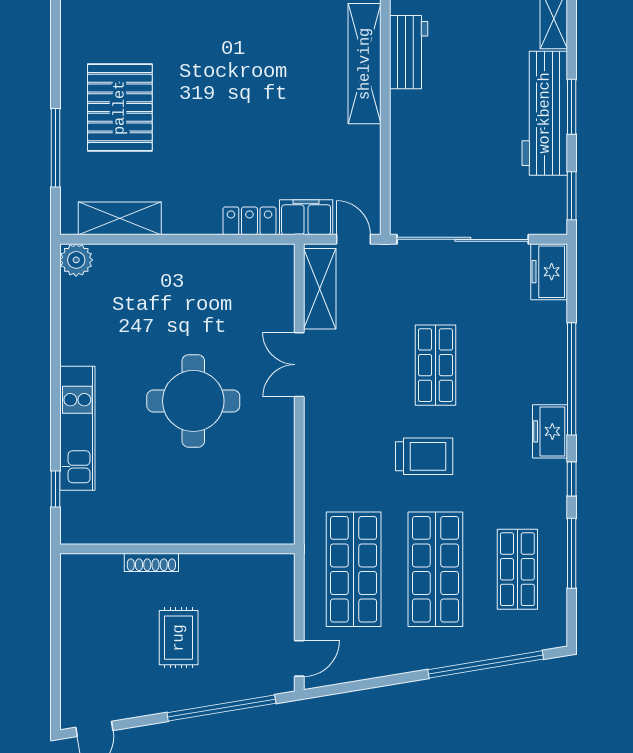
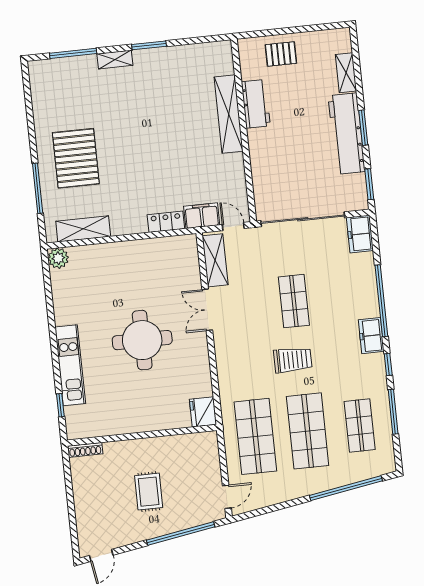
fridge: (276, 523) -> (203, 412), added
shoe rack: (151, 562) -> (85, 450), moved

